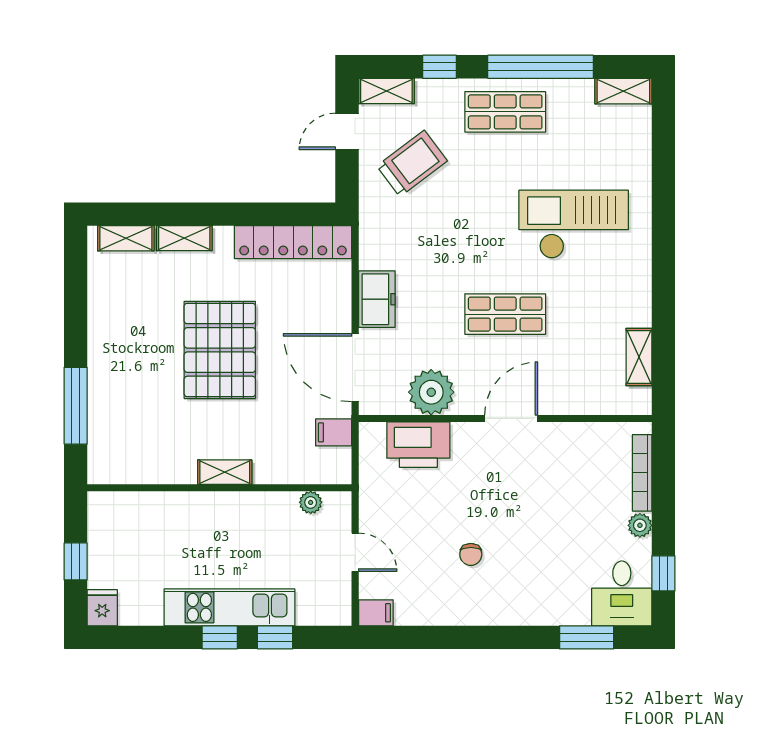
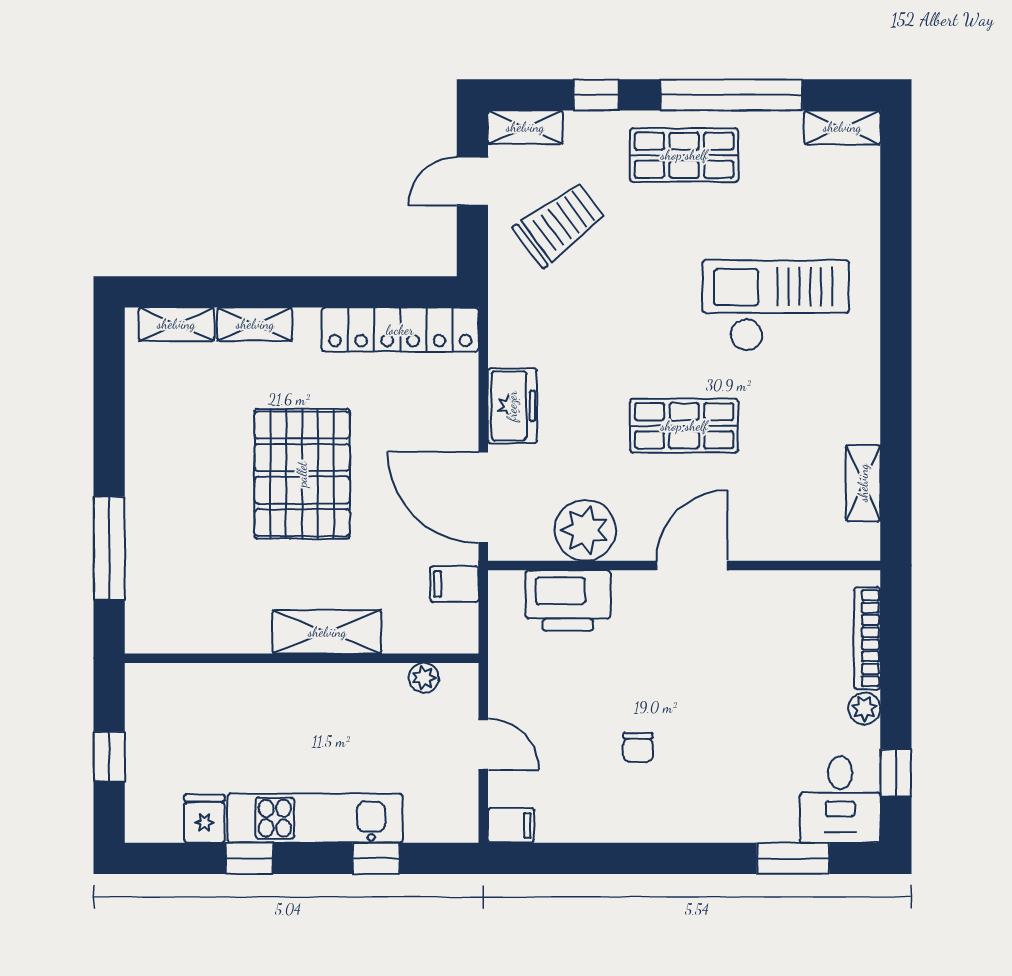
shelving: (225, 472) -> (327, 632), width x1.50, depth x1.33
fridge: (102, 608) -> (204, 819), moved
window: (220, 637) -> (249, 858), moved

